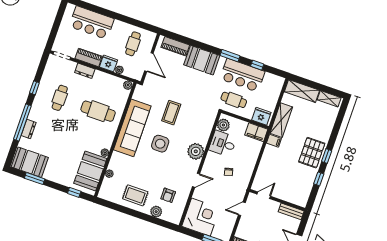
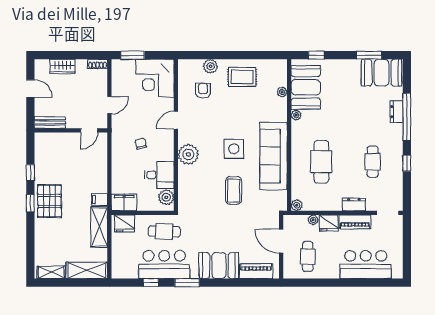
cafe table: (98, 111) -> (321, 162), turned 90

